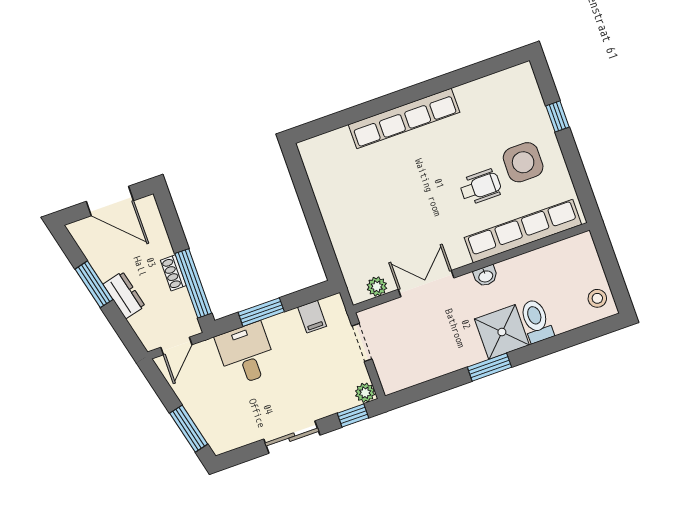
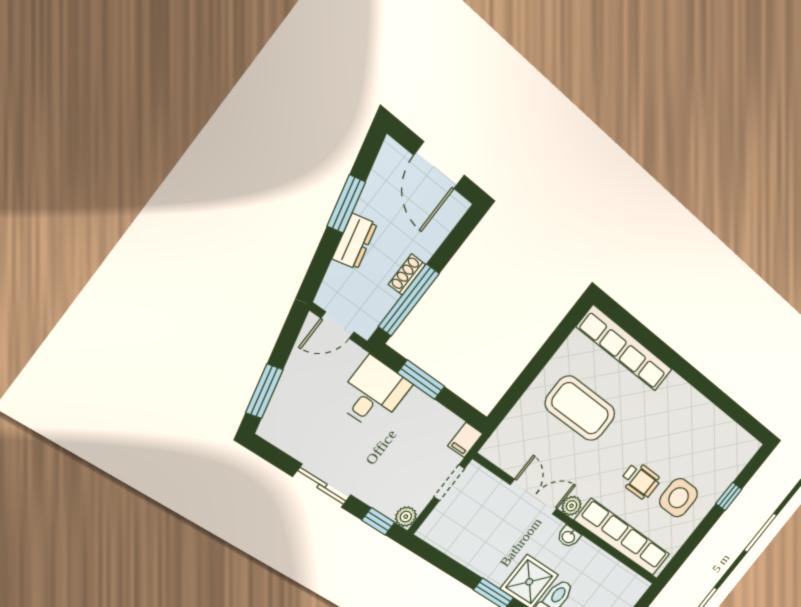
row of seats: (404, 118) -> (625, 348), moved
coffee table: (376, 202) -> (580, 408), added
plant: (377, 287) -> (571, 506), moved
filing cabinet: (312, 317) -> (465, 440), moved

